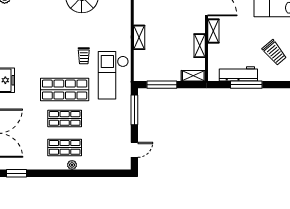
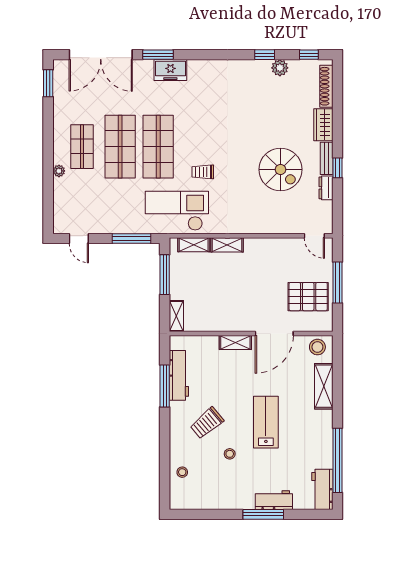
shelving: (200, 46) -> (194, 245), moved
shop shelf: (65, 118) -> (120, 147), width x1.43, depth x1.36
plant: (72, 165) -> (59, 171), moved

